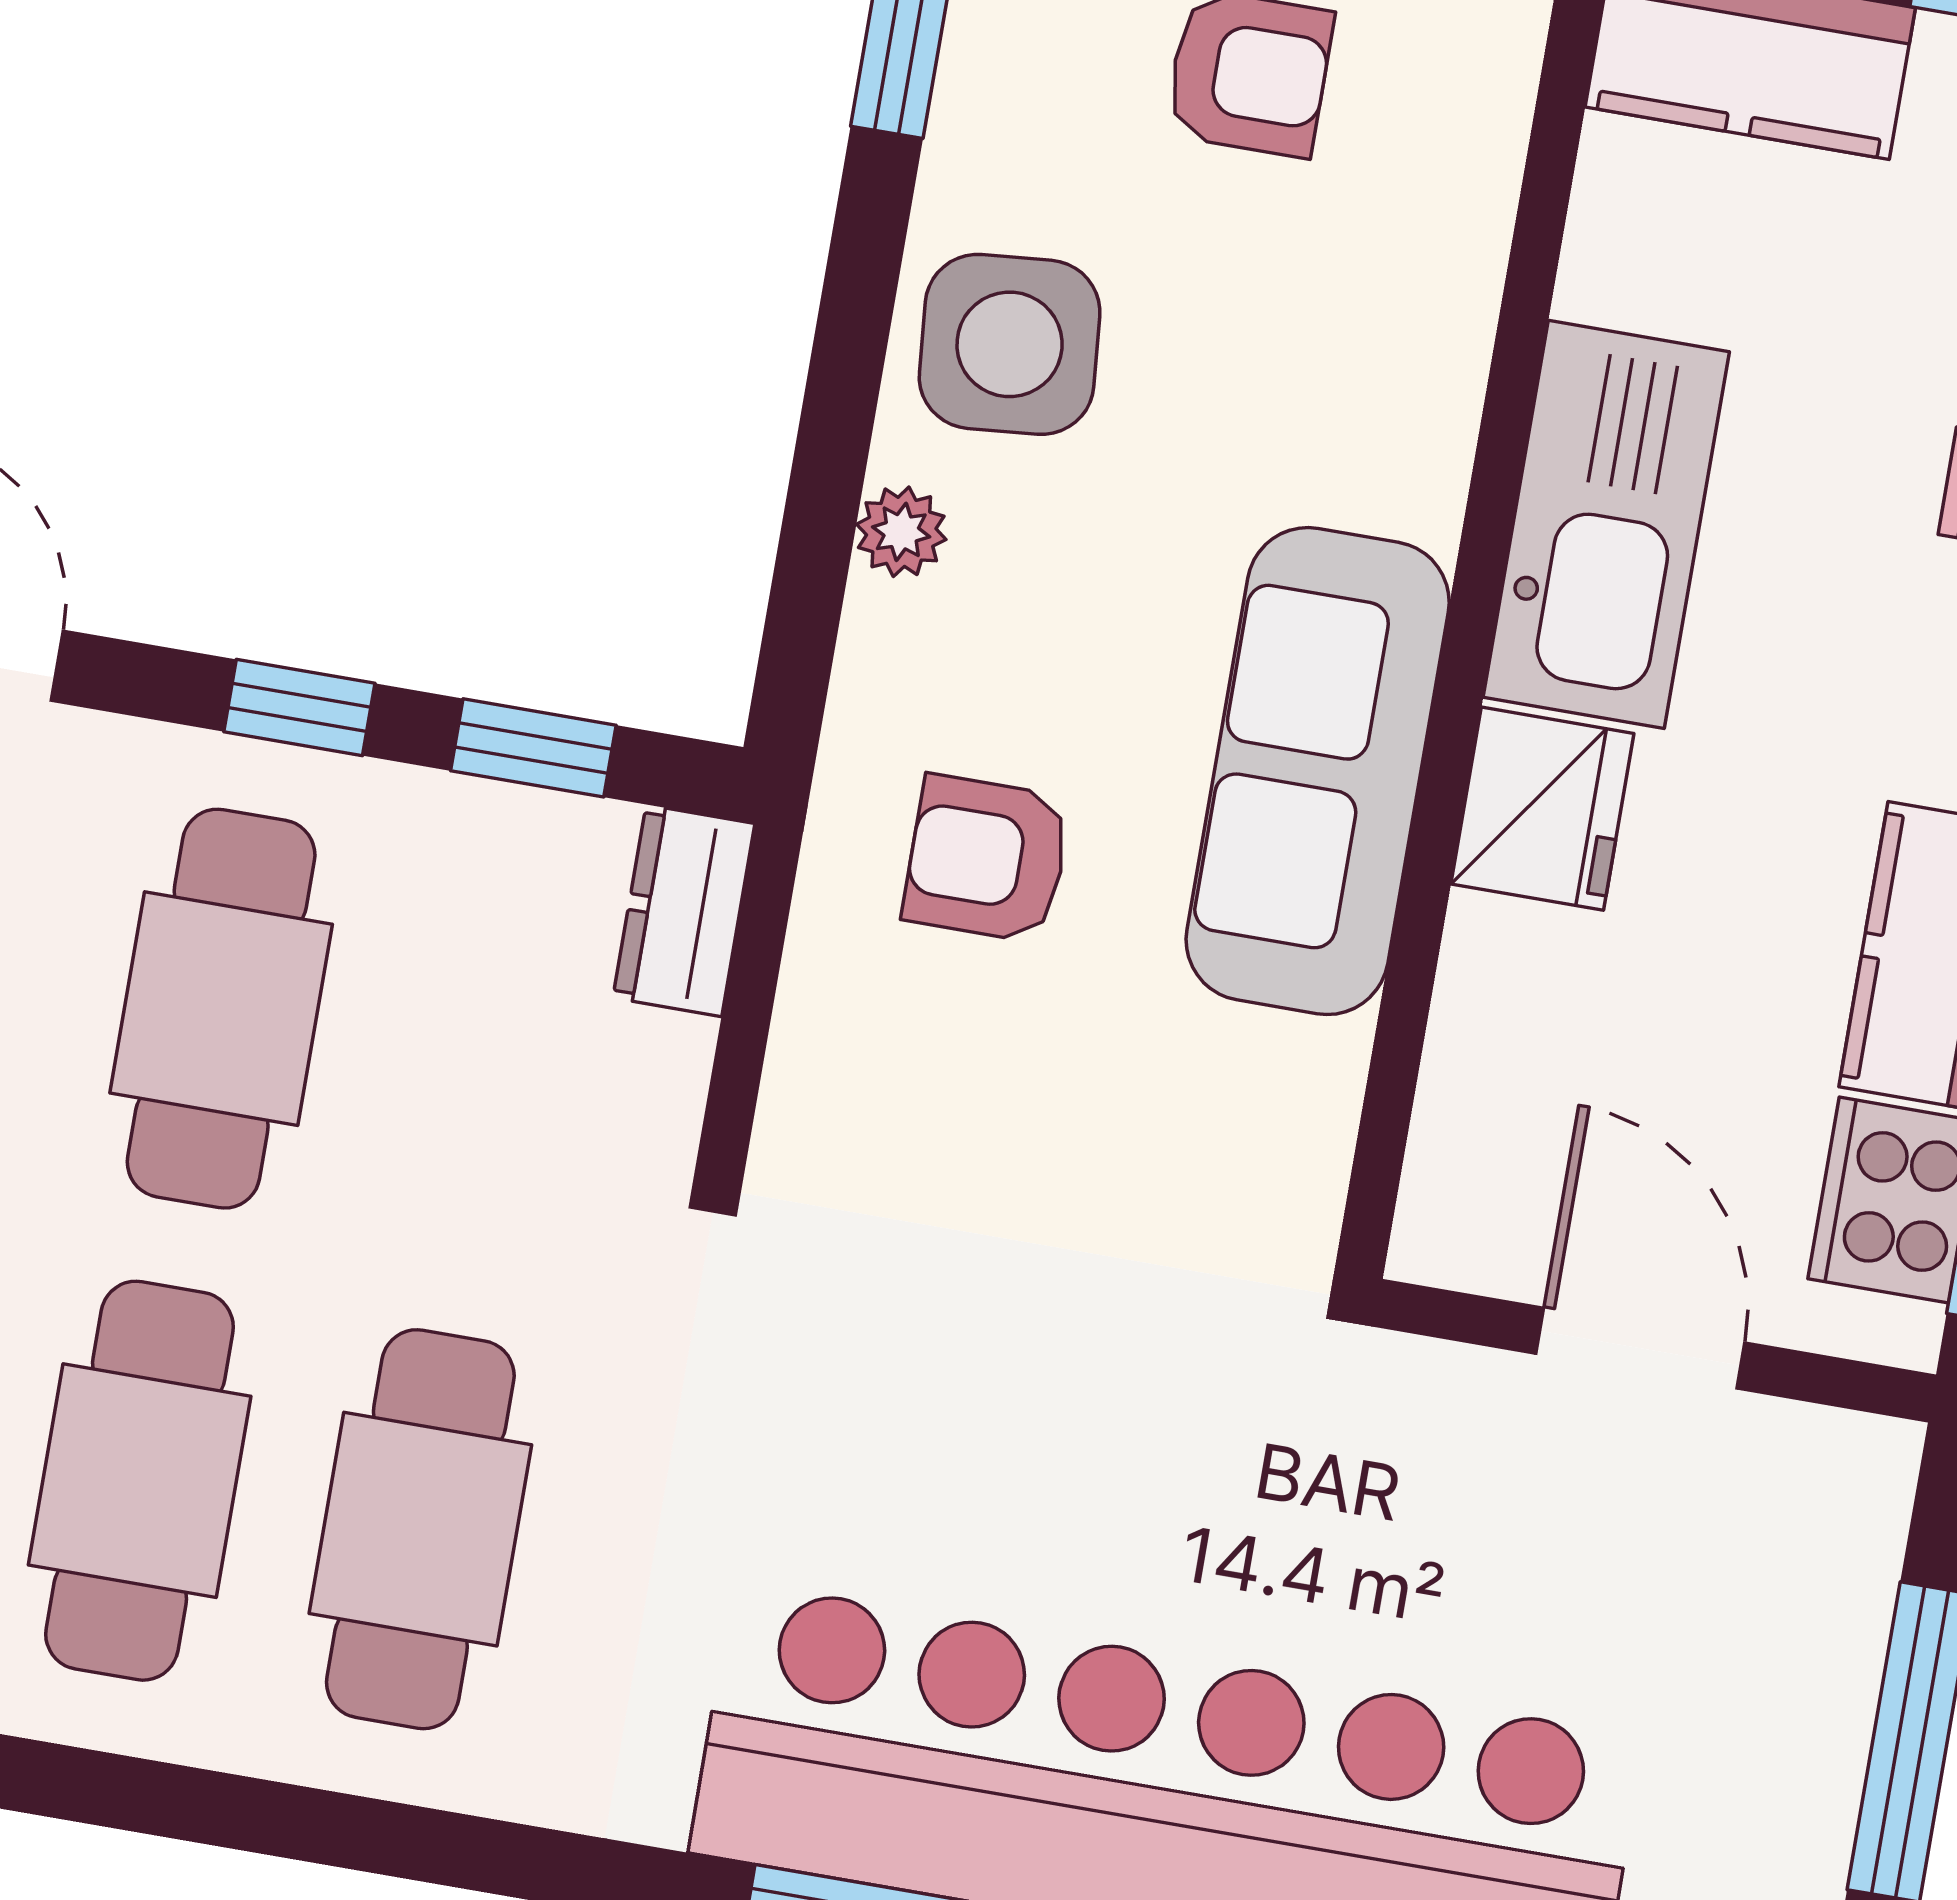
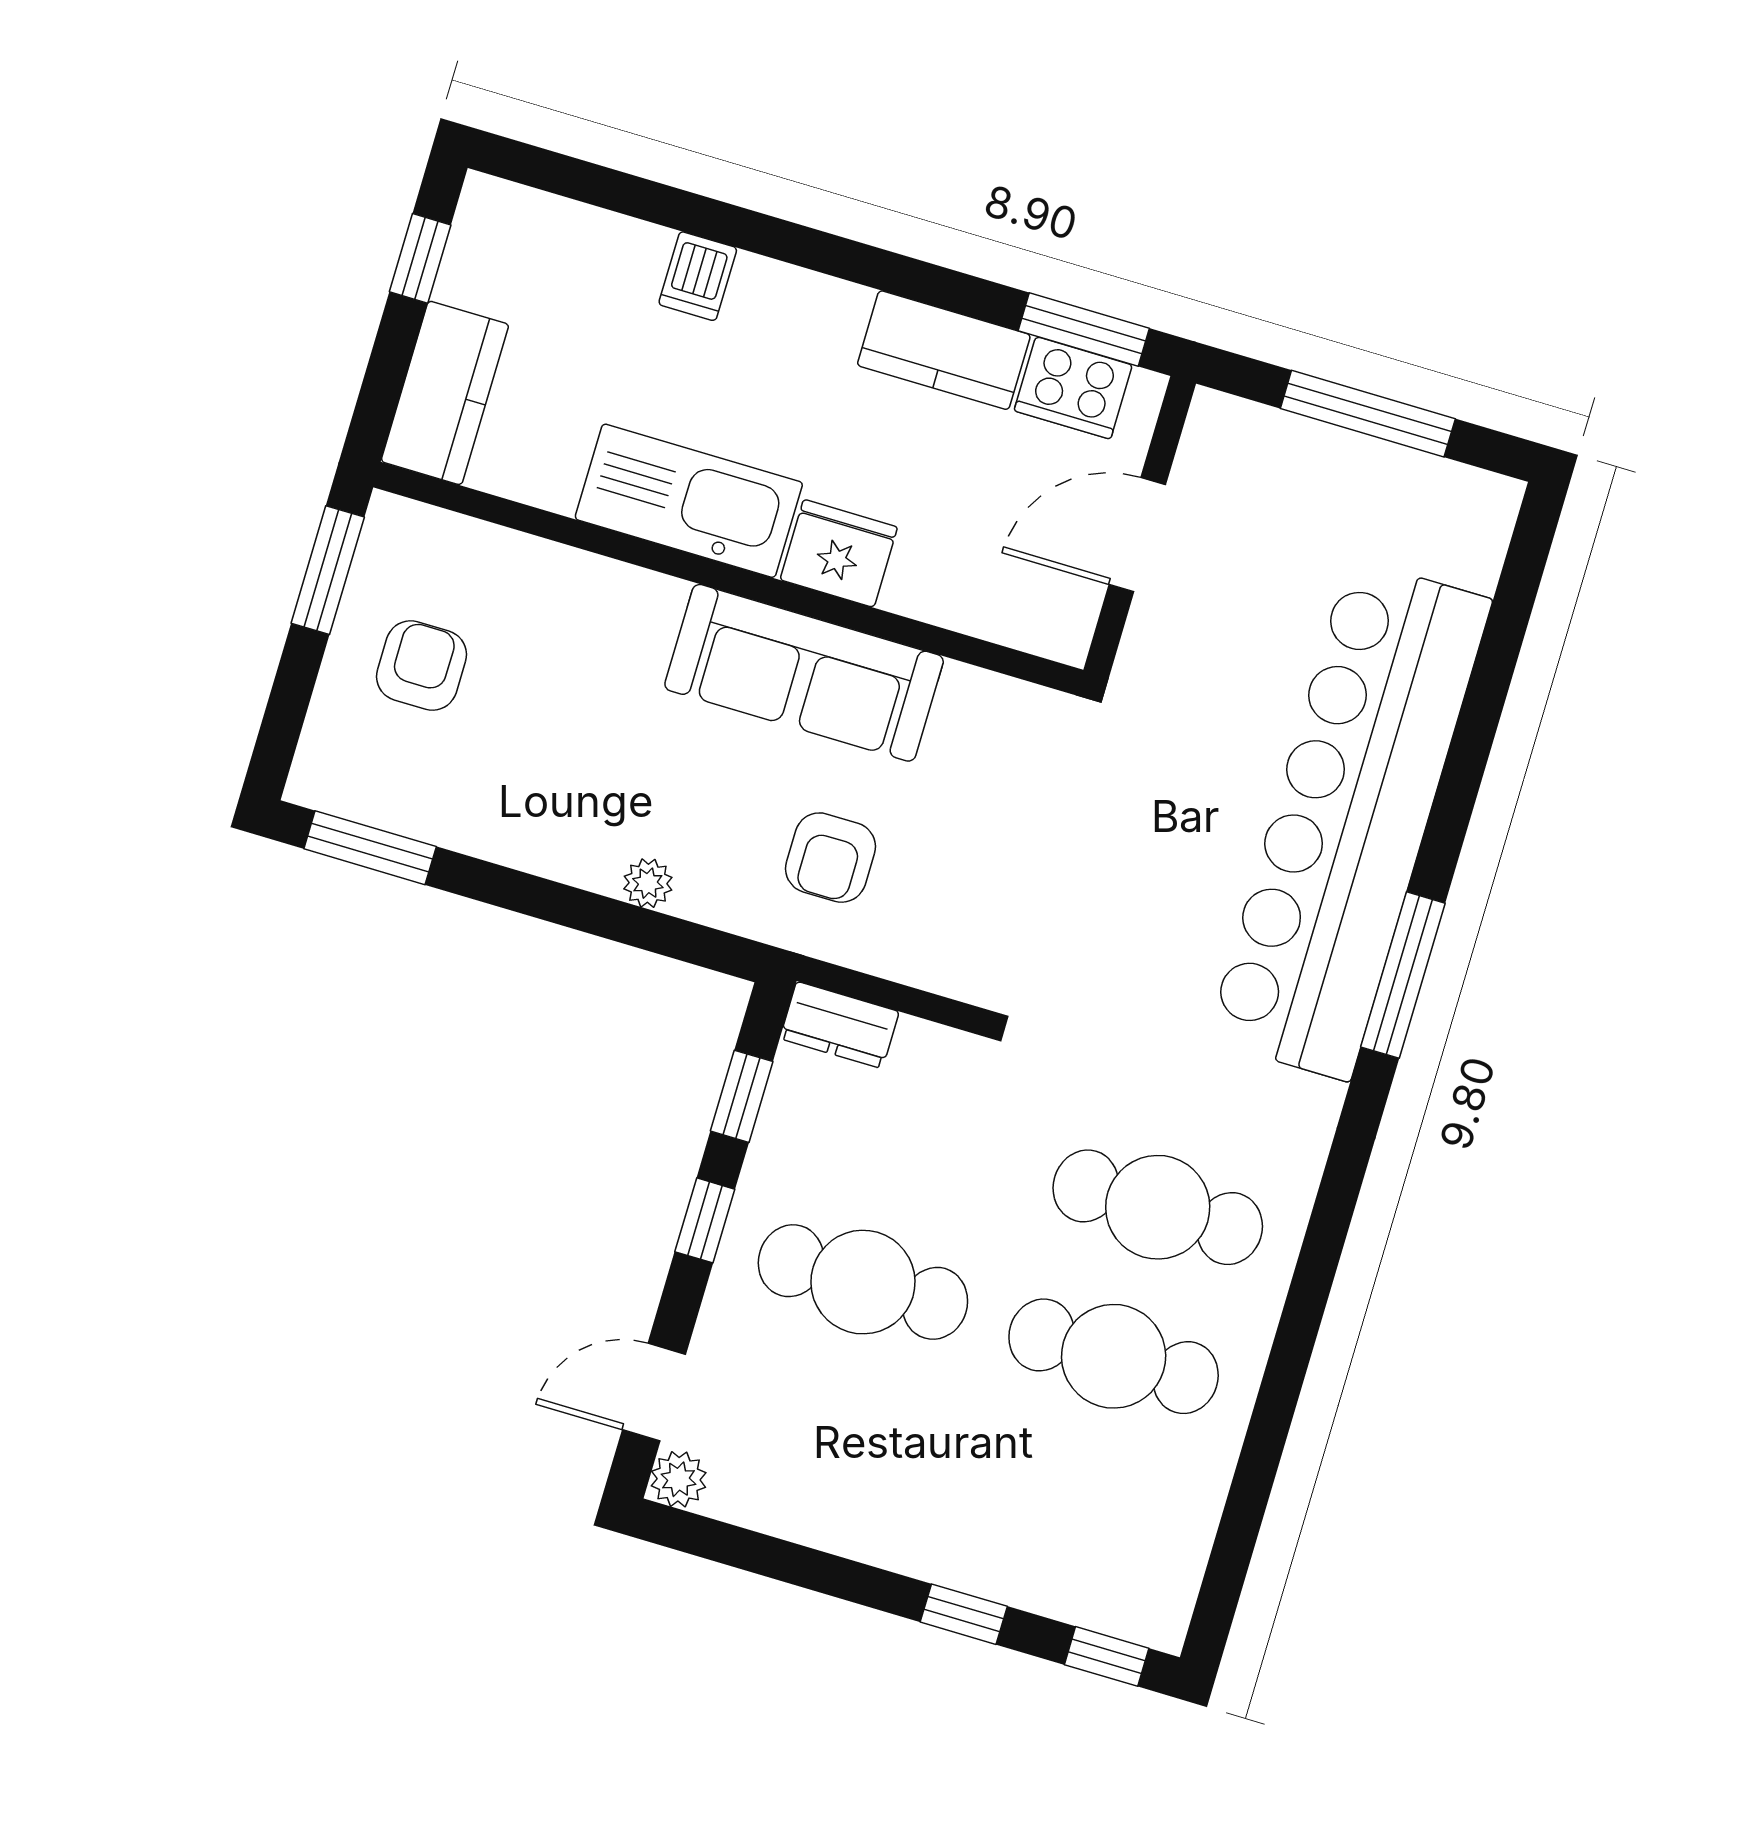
side table: (1010, 344) -> (553, 813), removed

